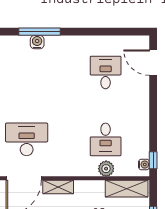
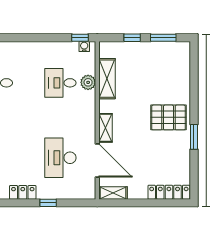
desk: (106, 139) -> (60, 83), turned 180
shelving: (127, 189) -> (107, 79), moved

